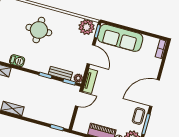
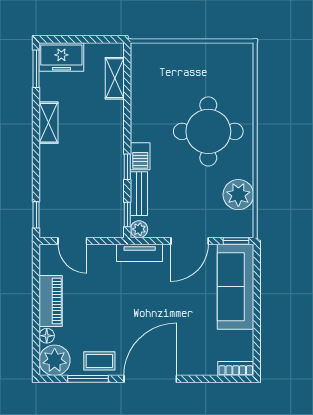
plant: (87, 27) -> (238, 195), moved
round table: (39, 30) -> (208, 131), width x1.36, depth x1.36
barbecue: (17, 61) -> (140, 156), moved
door: (154, 93) -> (150, 379), hinge flipped
door: (79, 99) -> (72, 241), moved

